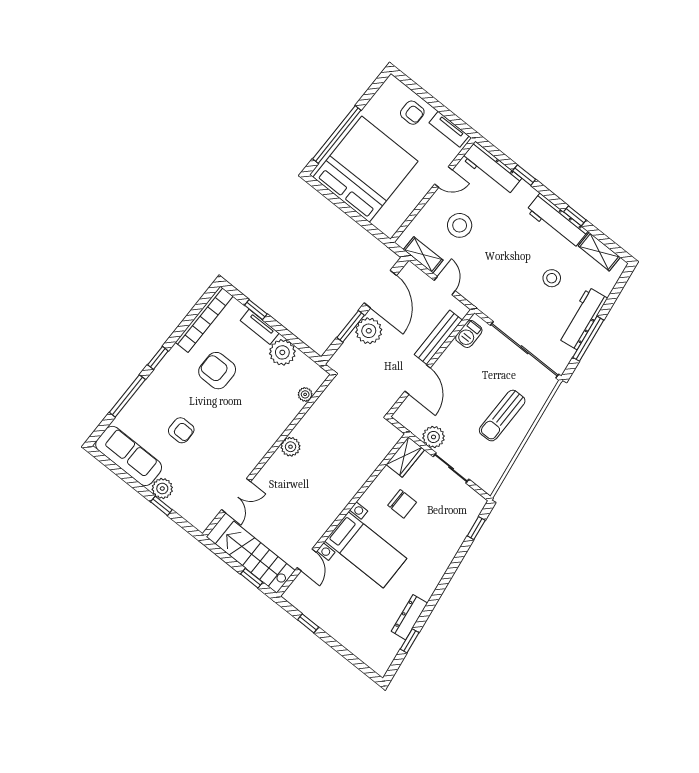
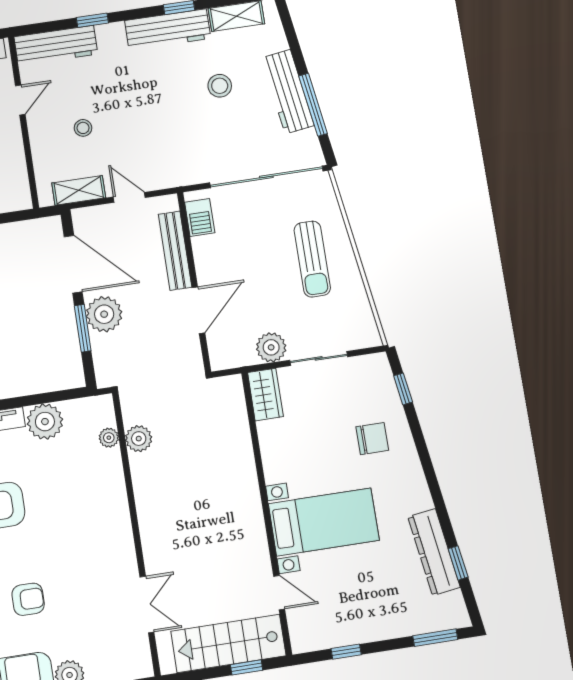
stool: (460, 225) -> (83, 128), width x0.53, depth x0.53
door: (418, 380) -> (198, 310), hinge flipped
plant: (291, 447) -> (139, 439), moved
chair: (402, 504) -> (372, 439), moved
dresser: (409, 617) -> (434, 552), width x1.37, depth x1.24
window: (359, 664) -> (435, 638), added

